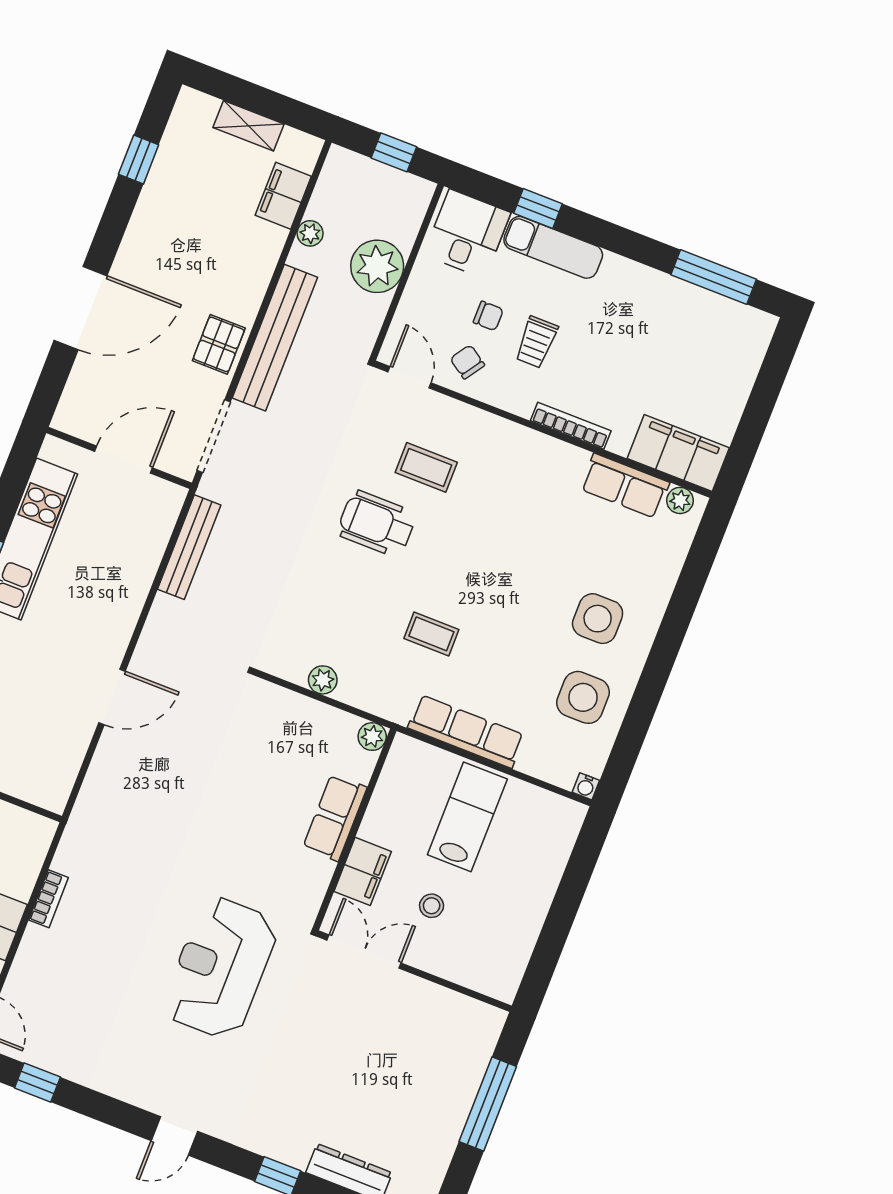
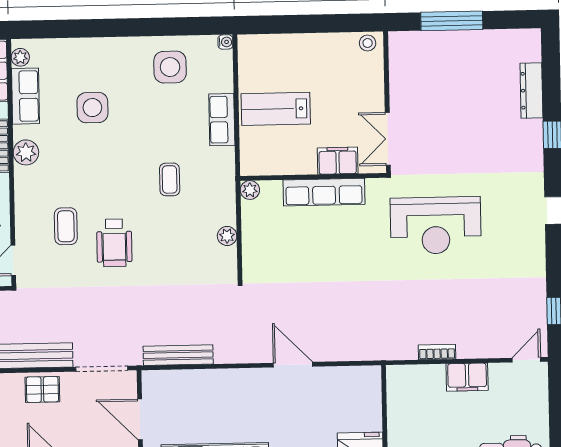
plant: (548, 455) -> (26, 152), added
side table: (598, 619) -> (92, 108), moved
row of seats: (466, 731) -> (222, 120), width x0.68
row of seats: (335, 818) -> (324, 192), width x1.48
stool: (432, 906) -> (368, 43), moved

